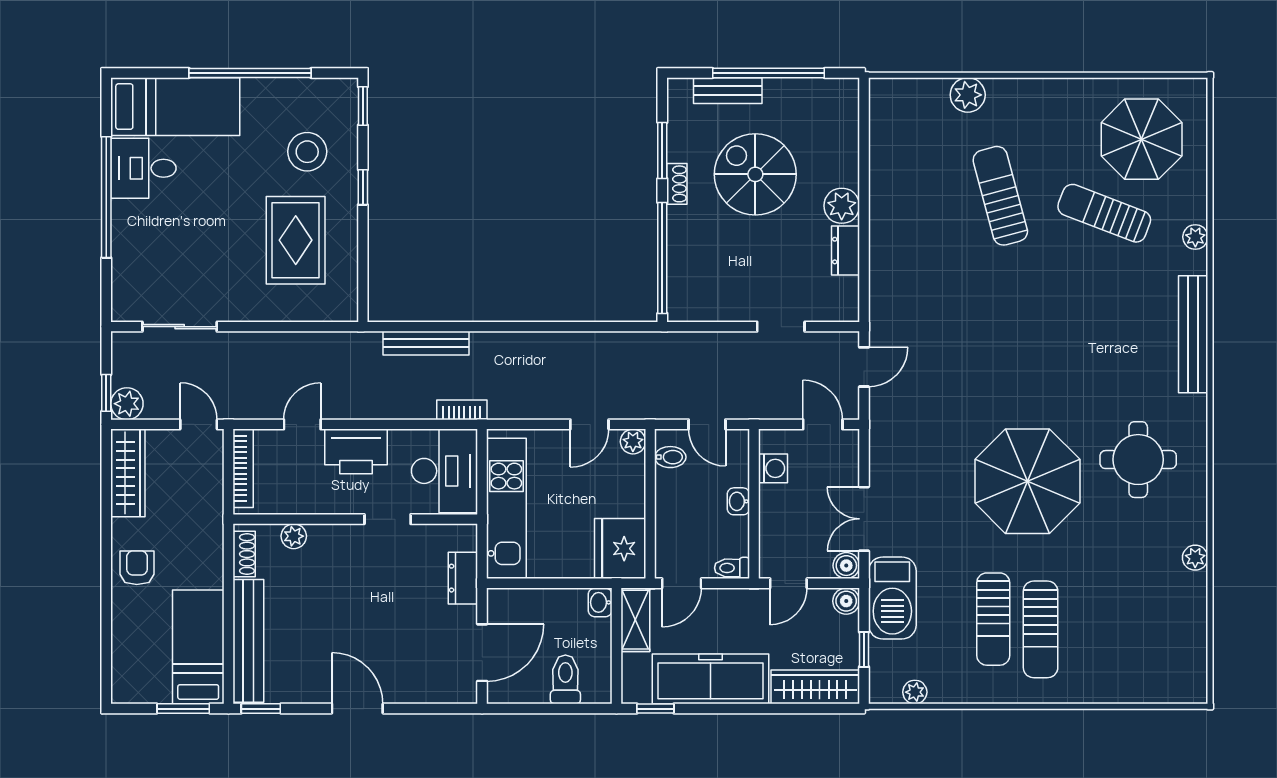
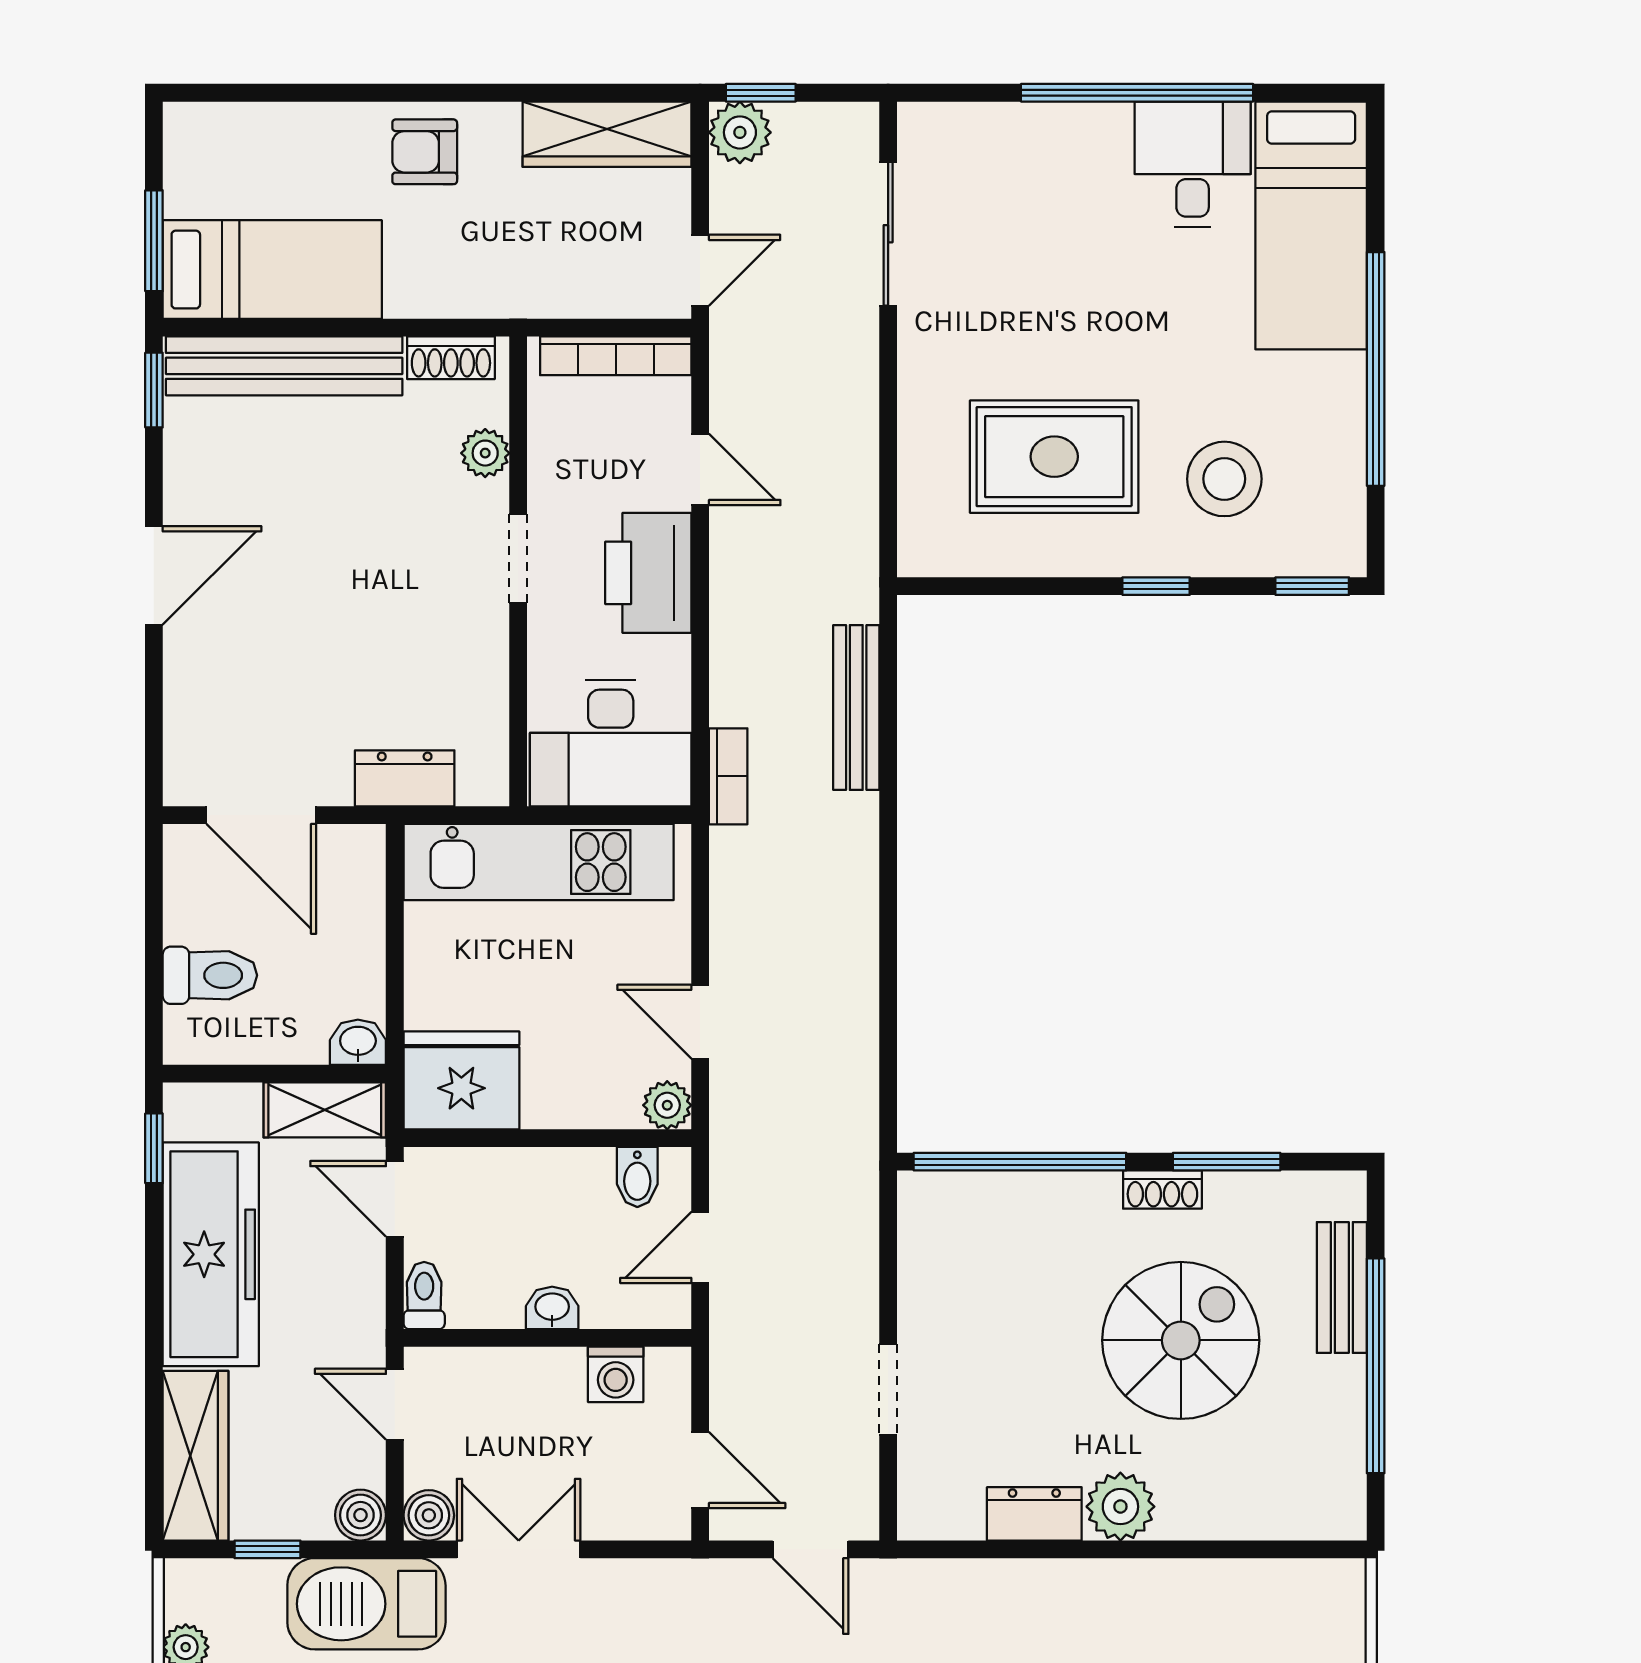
door: (823, 424) -> (700, 1470), hinge flipped
doorway: (388, 519) -> (518, 559), moved
armchair: (137, 568) -> (425, 152), turned 180

